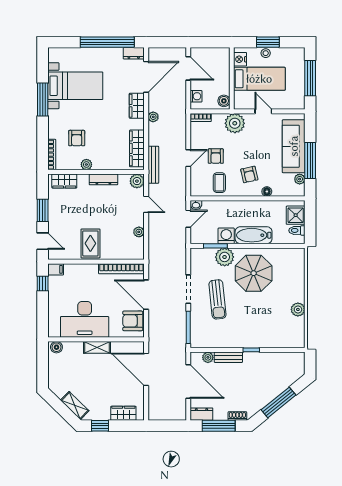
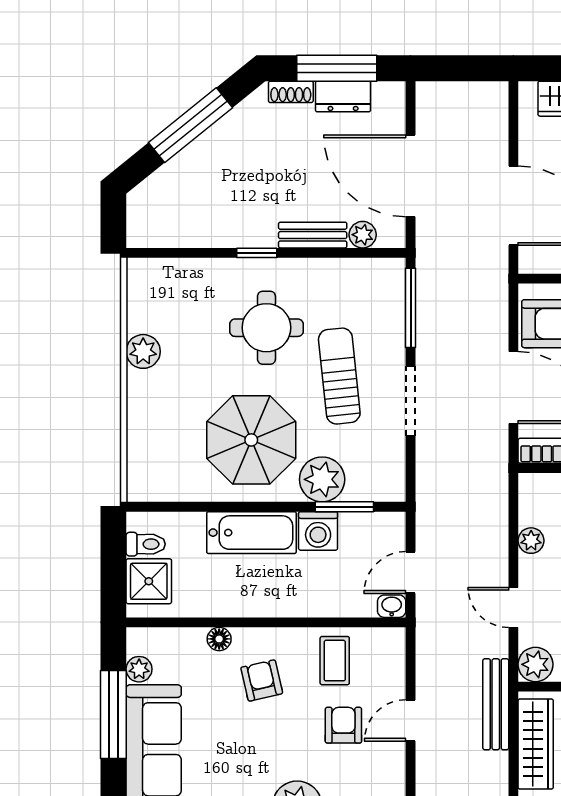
round table: (247, 319) -> (266, 328), added
dresser: (201, 414) -> (343, 96), moved

